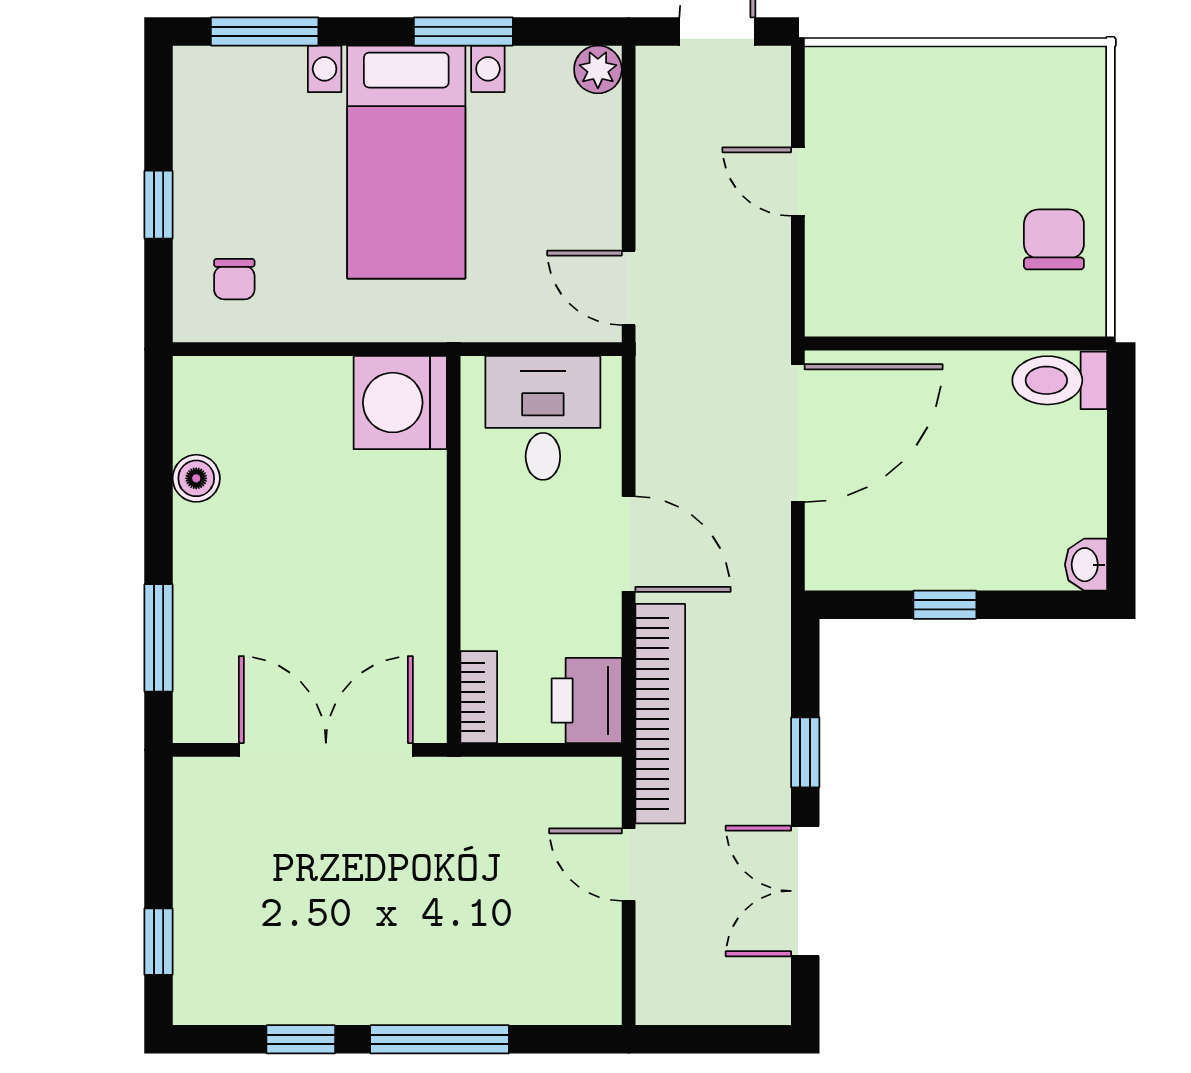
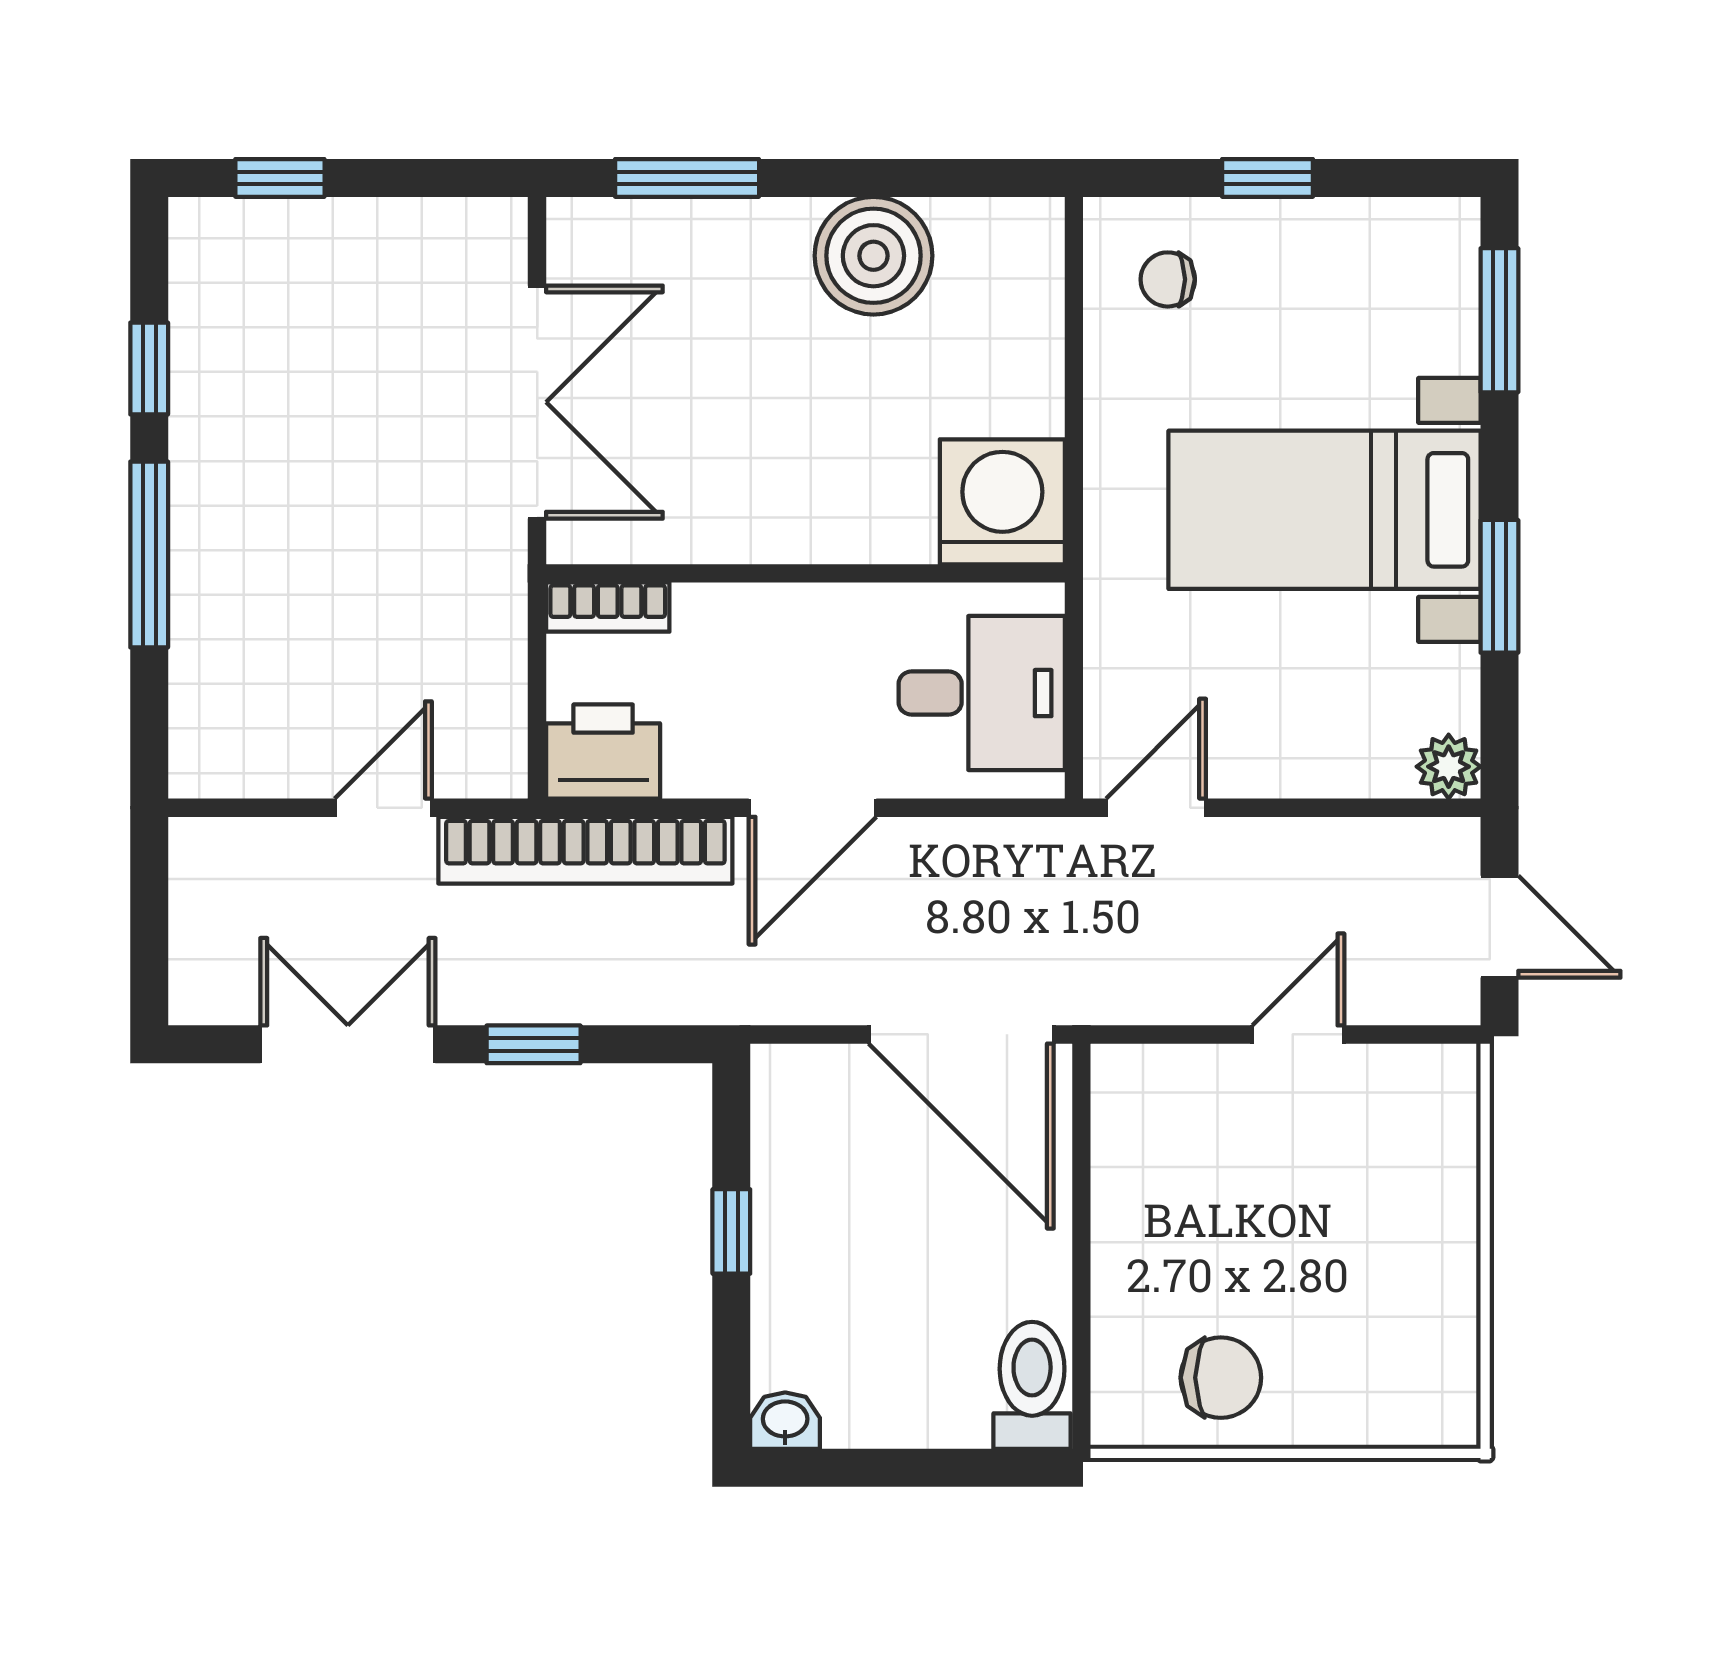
boiler: (196, 478) -> (873, 256), width x1.86, depth x1.86

